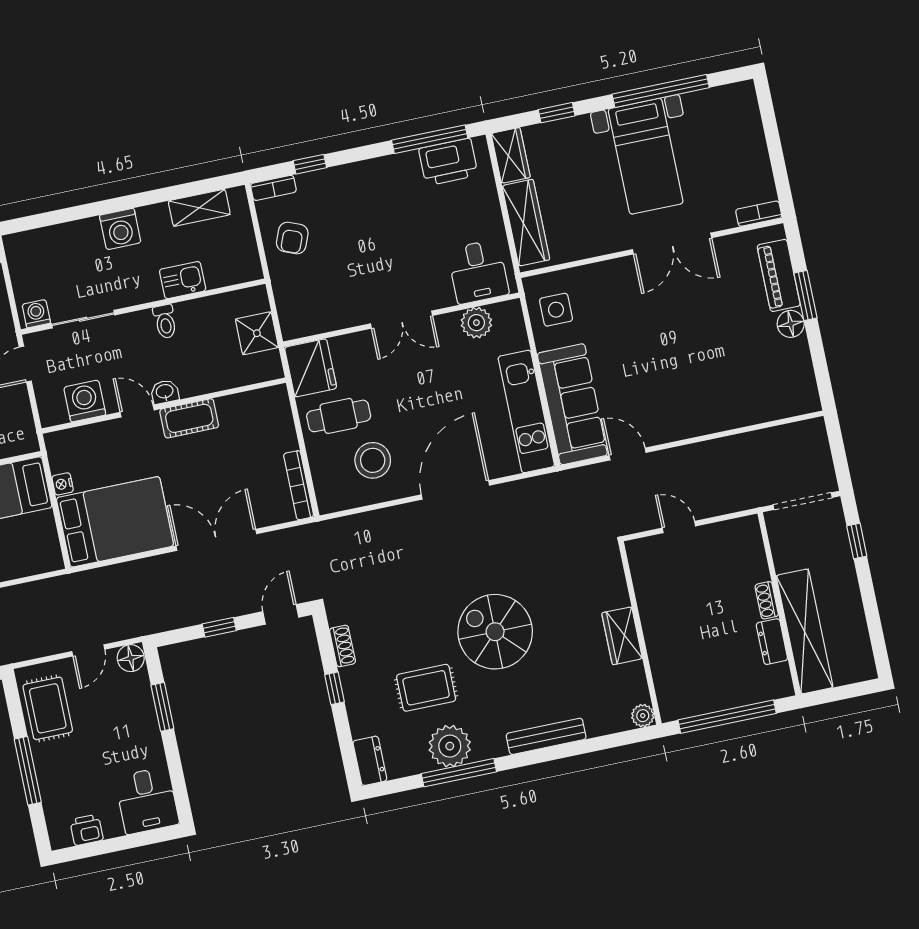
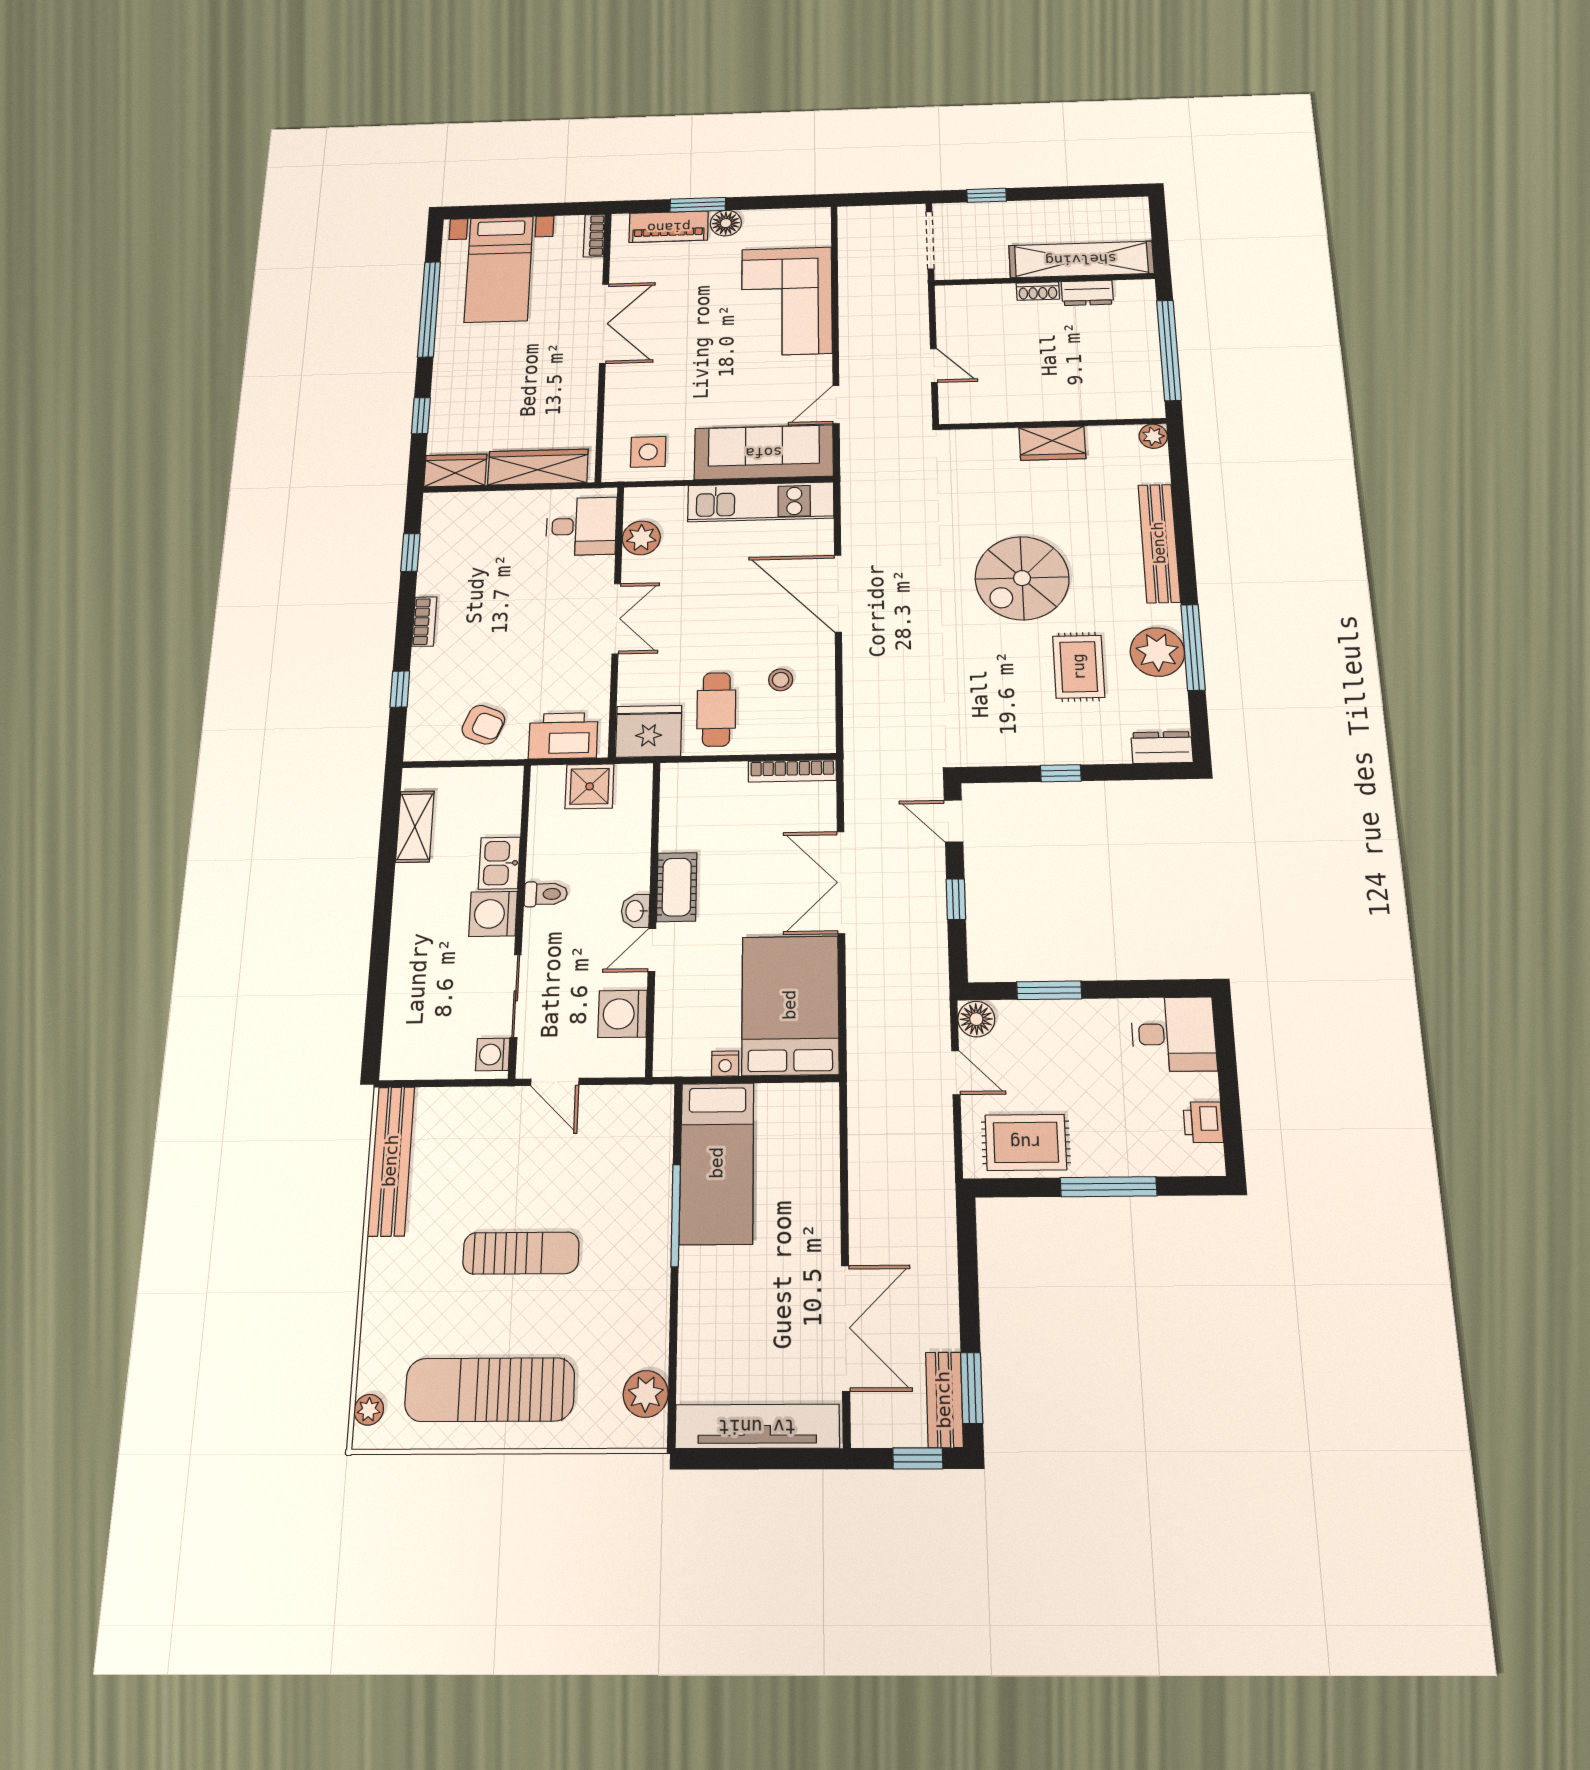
window: (430, 139) -> (410, 552), width x0.46
bed with nightstands: (646, 156) -> (499, 269), moved, turned 90
printer: (448, 162) -> (563, 736), moved, turned -90
bookcase: (273, 188) -> (424, 622), moved
washing machine: (120, 229) -> (493, 914), moved, turned 180
corner sofa: (721, 392) -> (787, 301), added
stool: (373, 460) -> (781, 680), width x0.53, depth x0.53
door: (679, 527) -> (934, 366), swing flipped
shoe rack: (342, 646) -> (1008, 755), removed
bench: (546, 736) -> (1159, 543), width x1.37, depth x1.21

